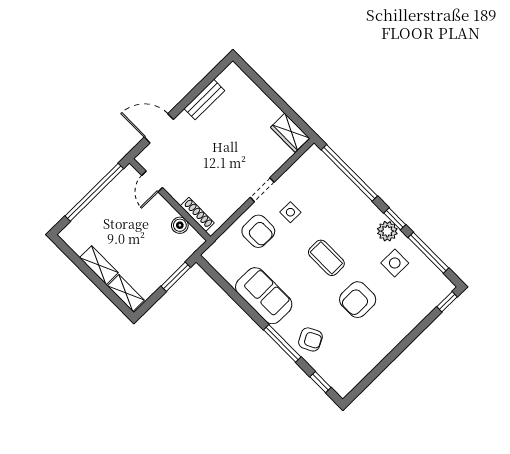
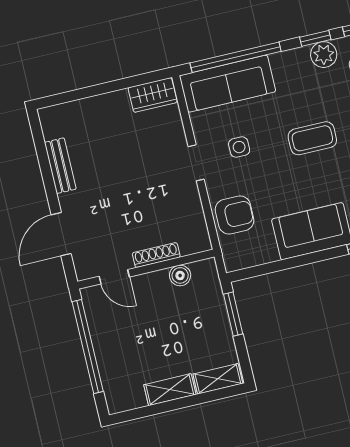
sofa: (328, 178) -> (227, 84), added
shoe rack: (197, 214) -> (156, 255), moved
armchair: (258, 231) -> (235, 215), moved

